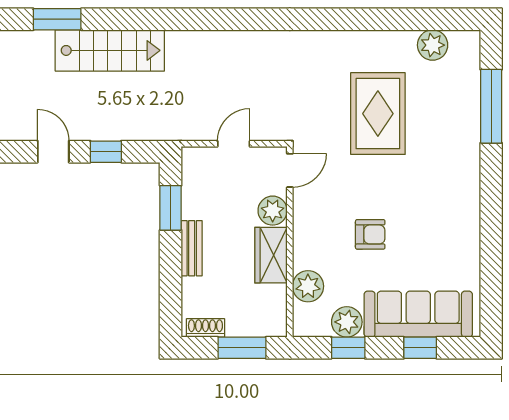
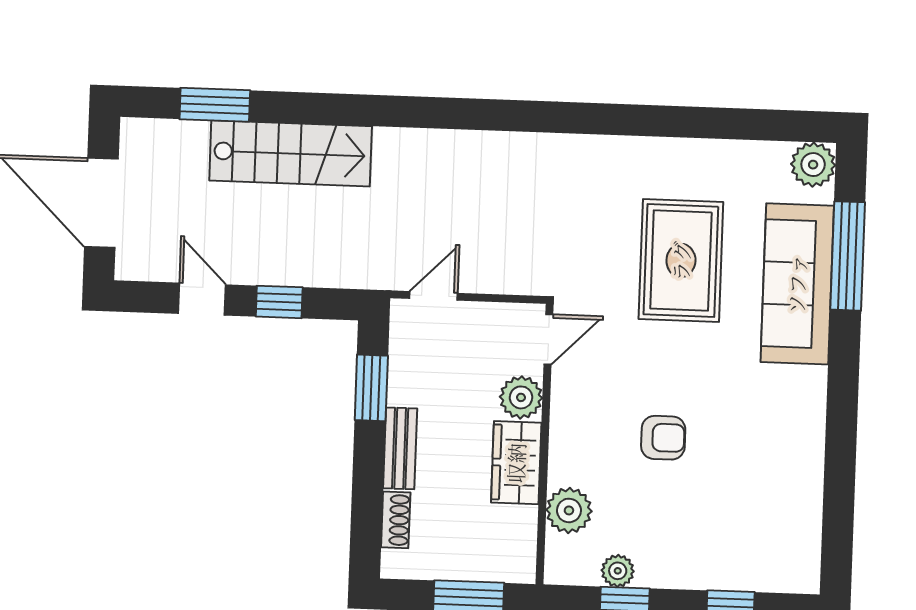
plant: (433, 45) -> (813, 165), moved
door: (234, 144) -> (434, 296), moved
sofa: (418, 314) -> (797, 284), moved, turned -90
plant: (347, 322) -> (618, 571), width x0.73, depth x0.73
shoe rack: (205, 328) -> (396, 520), moved, turned 90

